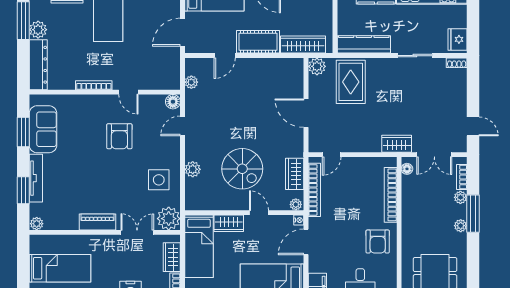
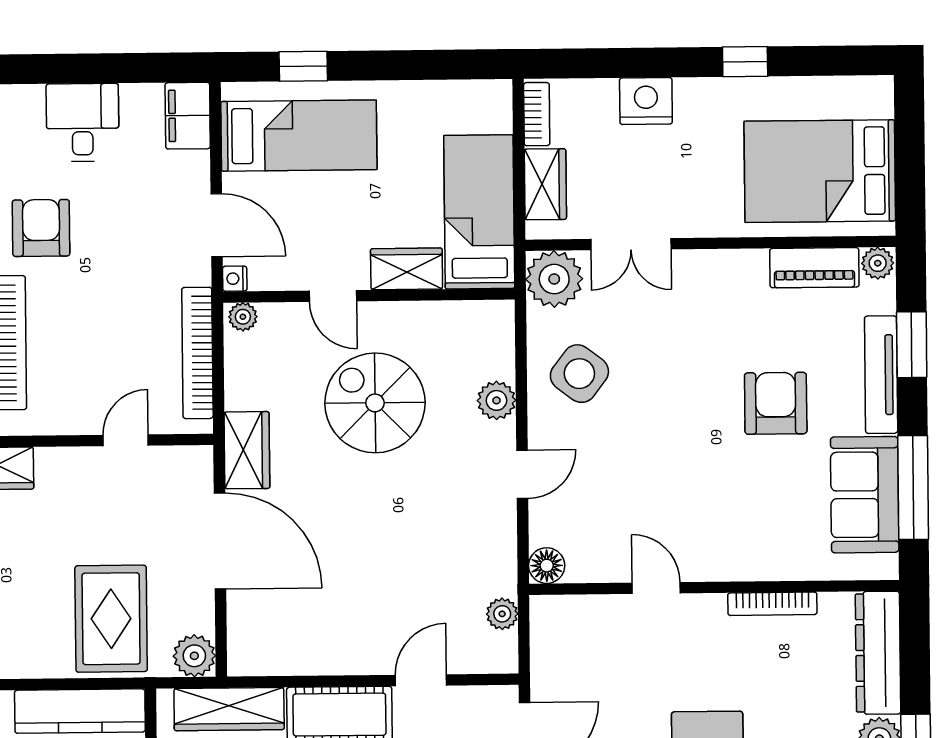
bookcase: (94, 85) -> (772, 604), moved
door: (306, 113) -> (220, 541), width x1.36
door: (183, 126) -> (522, 474), moved
window: (23, 132) -> (913, 487), width x1.44
armchair: (119, 136) -> (776, 403), moved
door: (332, 155) -> (126, 440), moved
wardrobe: (295, 174) -> (247, 450), moved
side table: (159, 180) -> (579, 374), turned 37
piano: (97, 222) -> (814, 268), moved
door: (306, 242) -> (217, 225), hinge flipped
bed: (60, 268) -> (820, 171), width x1.50

